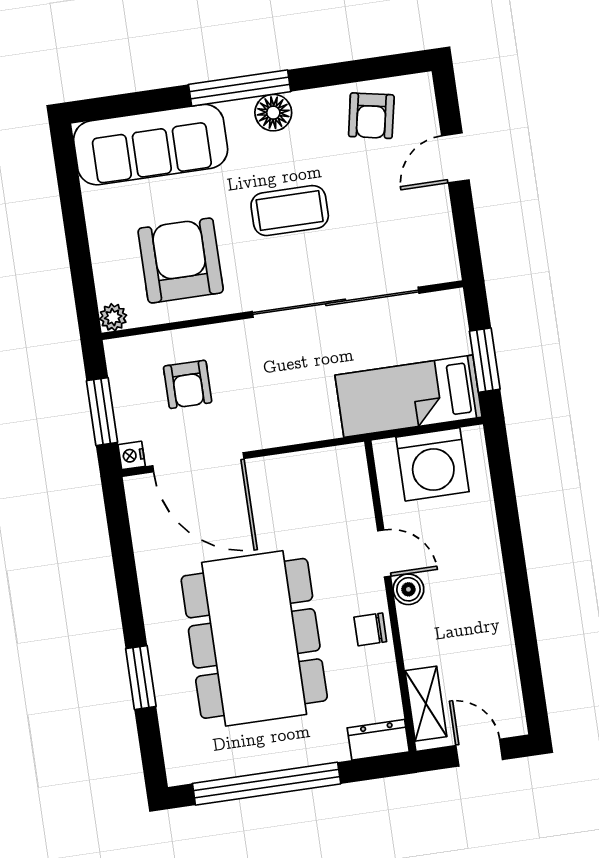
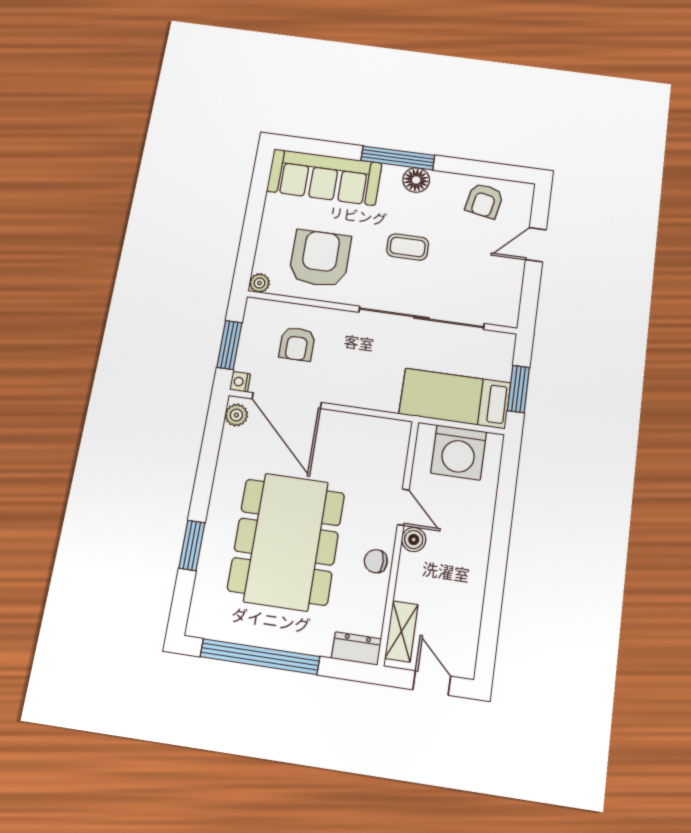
coffee table: (290, 211) -> (408, 247), width x0.73, depth x0.77
plant: (141, 500) -> (236, 415), added

